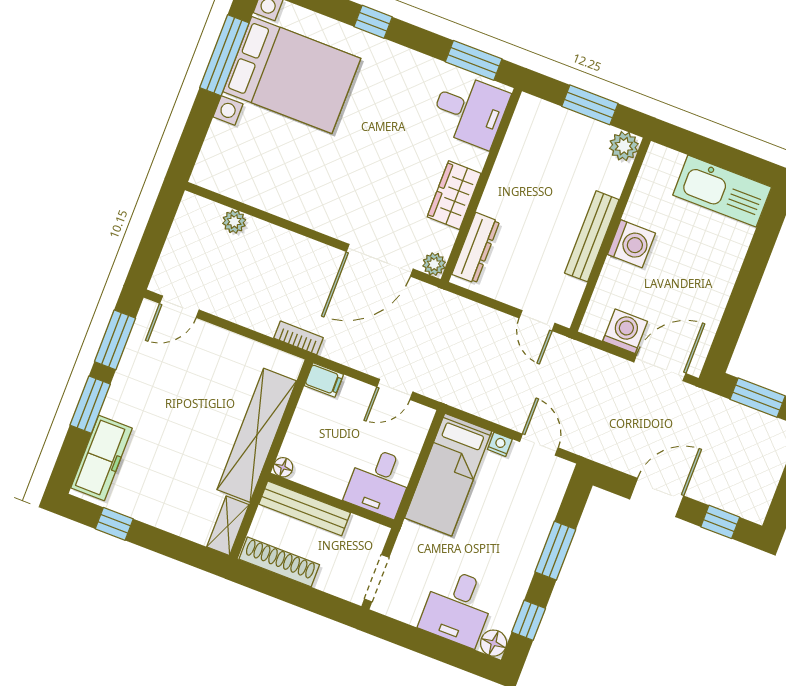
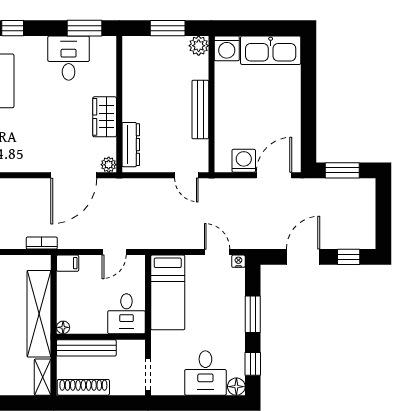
desk: (470, 111) -> (69, 58), moved, turned -90
washing machine: (631, 244) -> (227, 48), moved, turned 90
nightstand: (500, 444) -> (238, 261), moved

